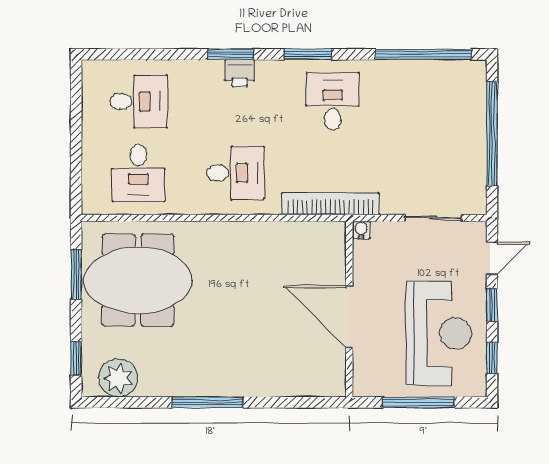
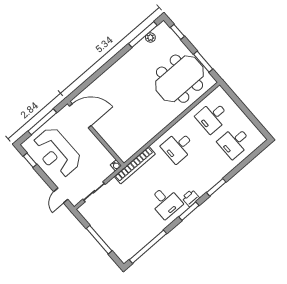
printer: (240, 73) -> (191, 198), moved
window: (492, 134) -> (99, 240), width x0.68
desk: (138, 173) -> (212, 117), turned -90
window: (492, 305) -> (46, 179), removed
door: (349, 317) -> (80, 116), moved
plant: (118, 378) -> (150, 38), width x0.53, depth x0.53
window: (208, 402) -> (143, 35), moved

